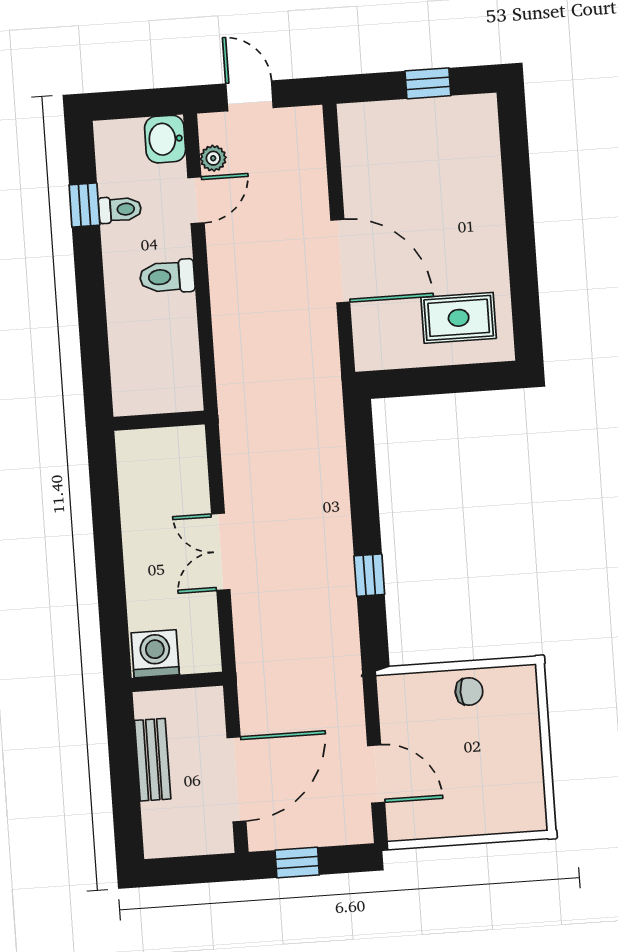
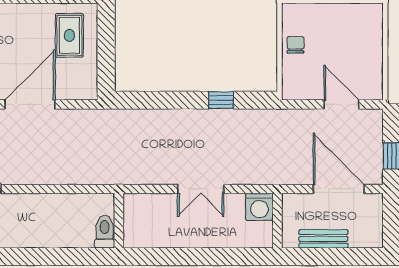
toilet: (167, 277) -> (105, 232), moved, turned 180
washing machine: (155, 654) -> (259, 207), moved, turned -90
door: (376, 774) -> (341, 104), hinge flipped

